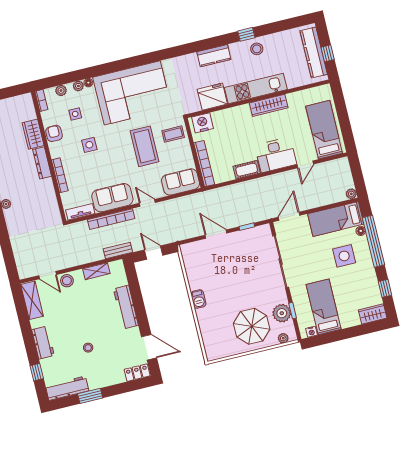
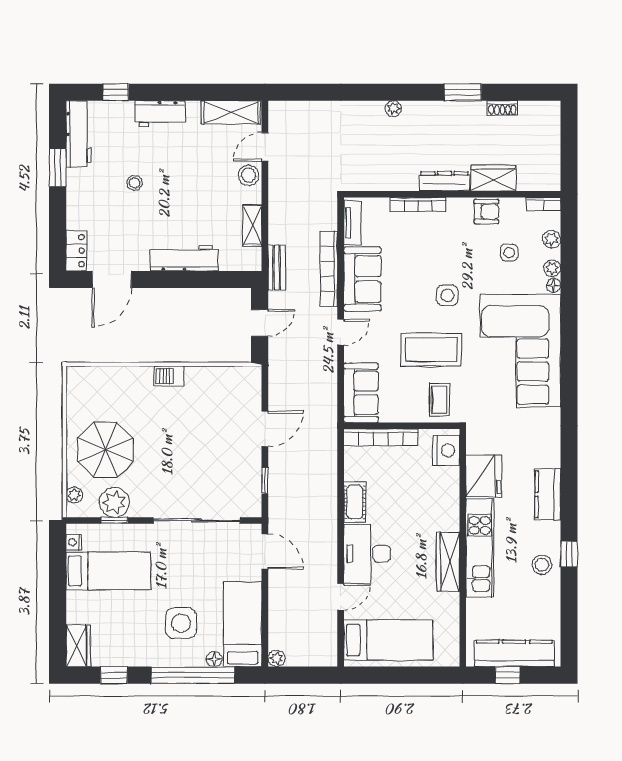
side table: (89, 145) -> (447, 295), moved
door: (305, 164) -> (341, 597), swing flipped

